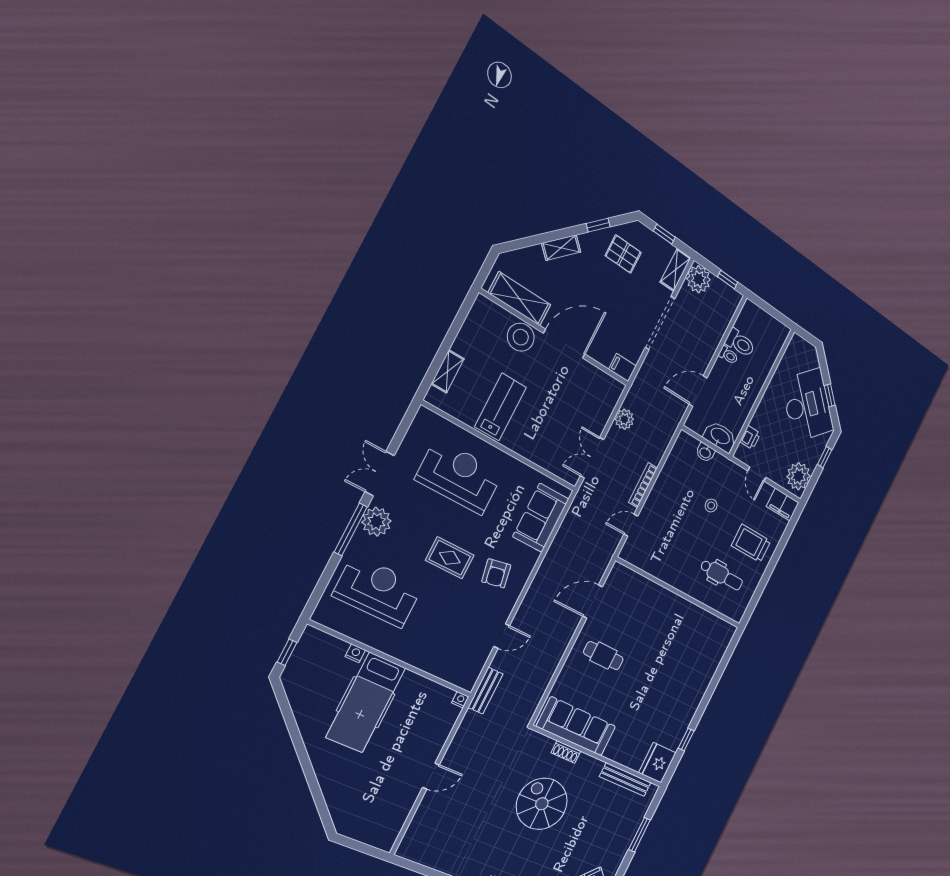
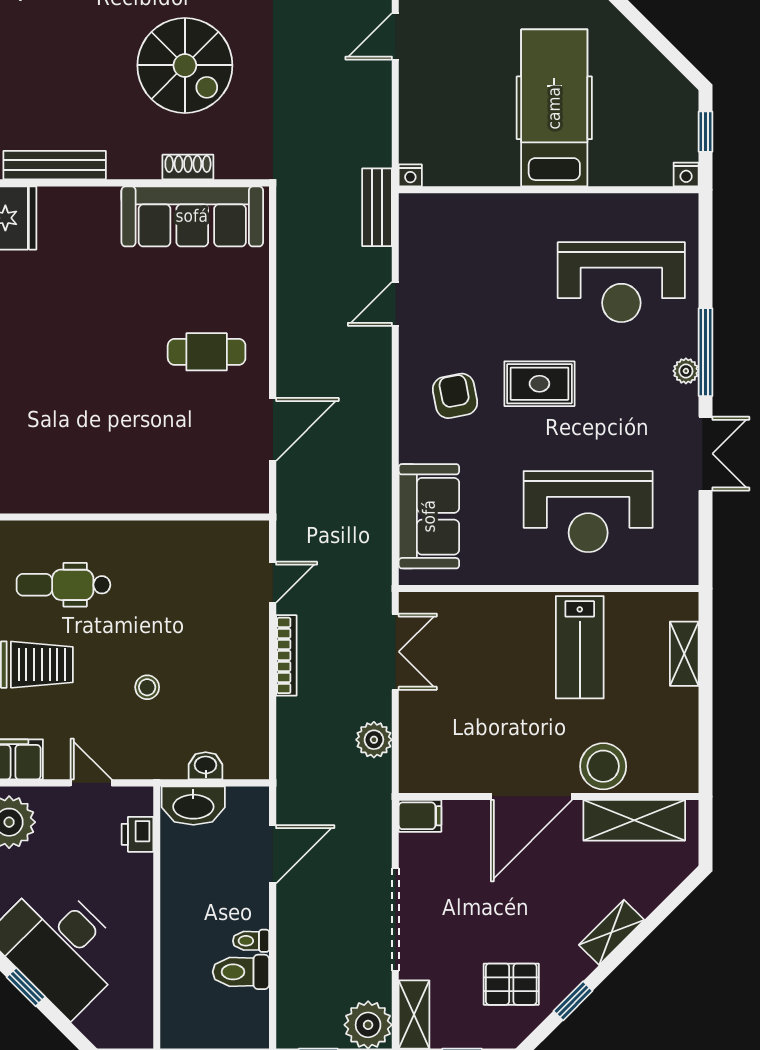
plant: (376, 522) -> (686, 371), width x0.53, depth x0.53
nightstand: (355, 653) -> (686, 174), moved

